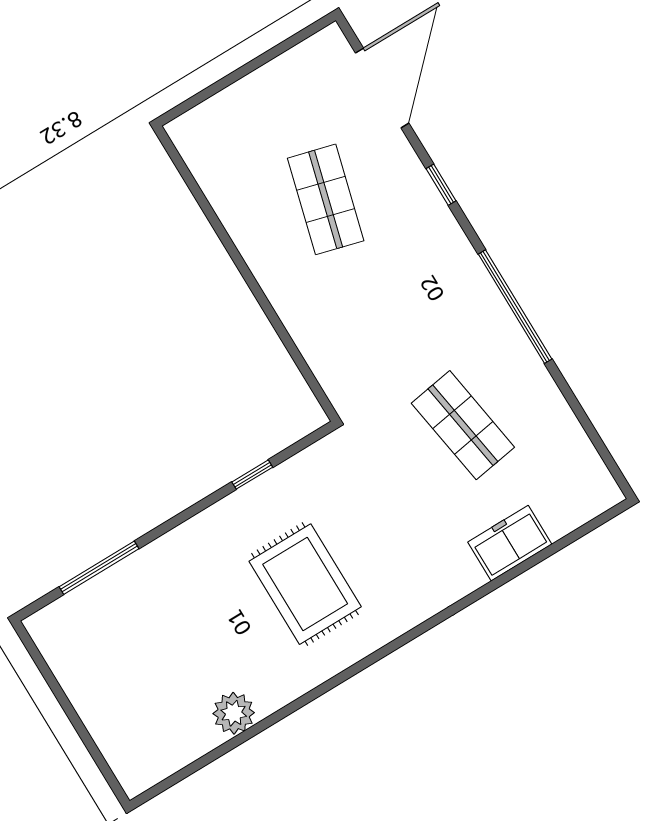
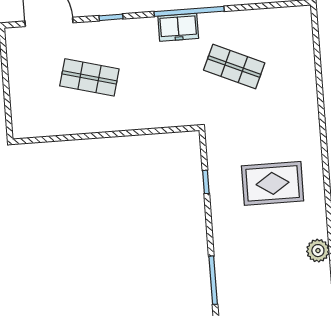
shop shelf: (463, 425) -> (234, 67), turned 33
freezer: (510, 543) -> (178, 27), moved, turned -90

